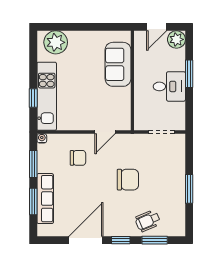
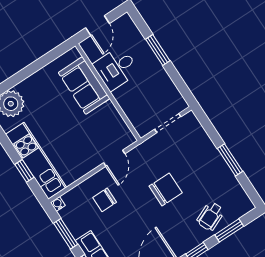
plant: (176, 39) -> (124, 25), removed
desk: (169, 86) -> (116, 68), moved, turned 180
chair: (78, 158) -> (105, 200), turned 180

